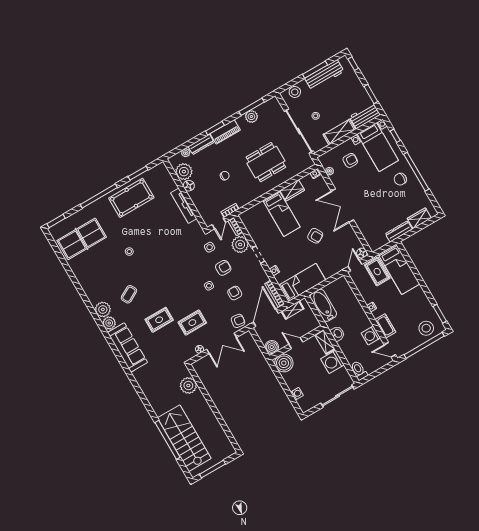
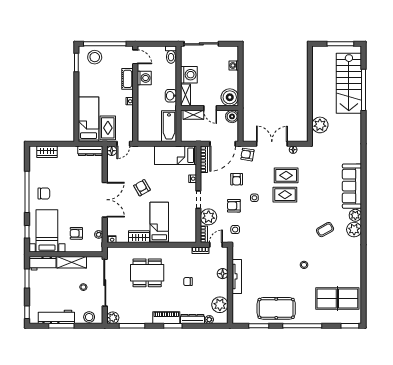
plant: (251, 117) -> (113, 318), moved
floor lamp: (189, 186) -> (223, 274), moved
dresser: (399, 231) -> (90, 151), moved
shelving: (293, 310) -> (193, 115), moved
rug: (159, 320) -> (285, 195), moved

